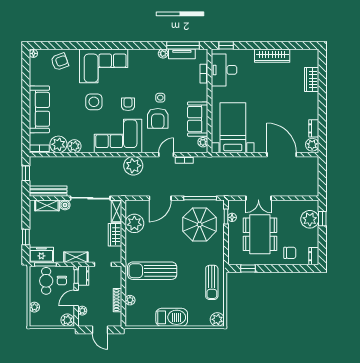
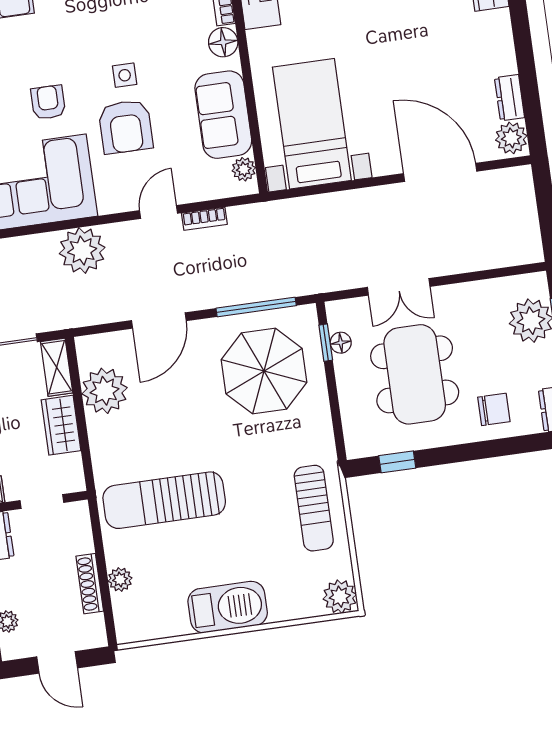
floor lamp: (202, 90) -> (223, 42), added

